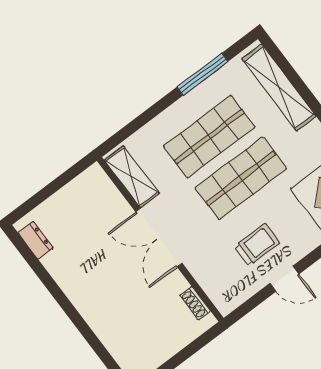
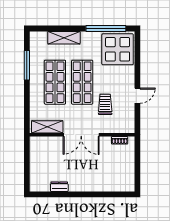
shelving: (279, 87) -> (64, 38), width x0.68
dresser: (36, 240) -> (59, 187), moved
trolley: (257, 245) -> (105, 104), moved

